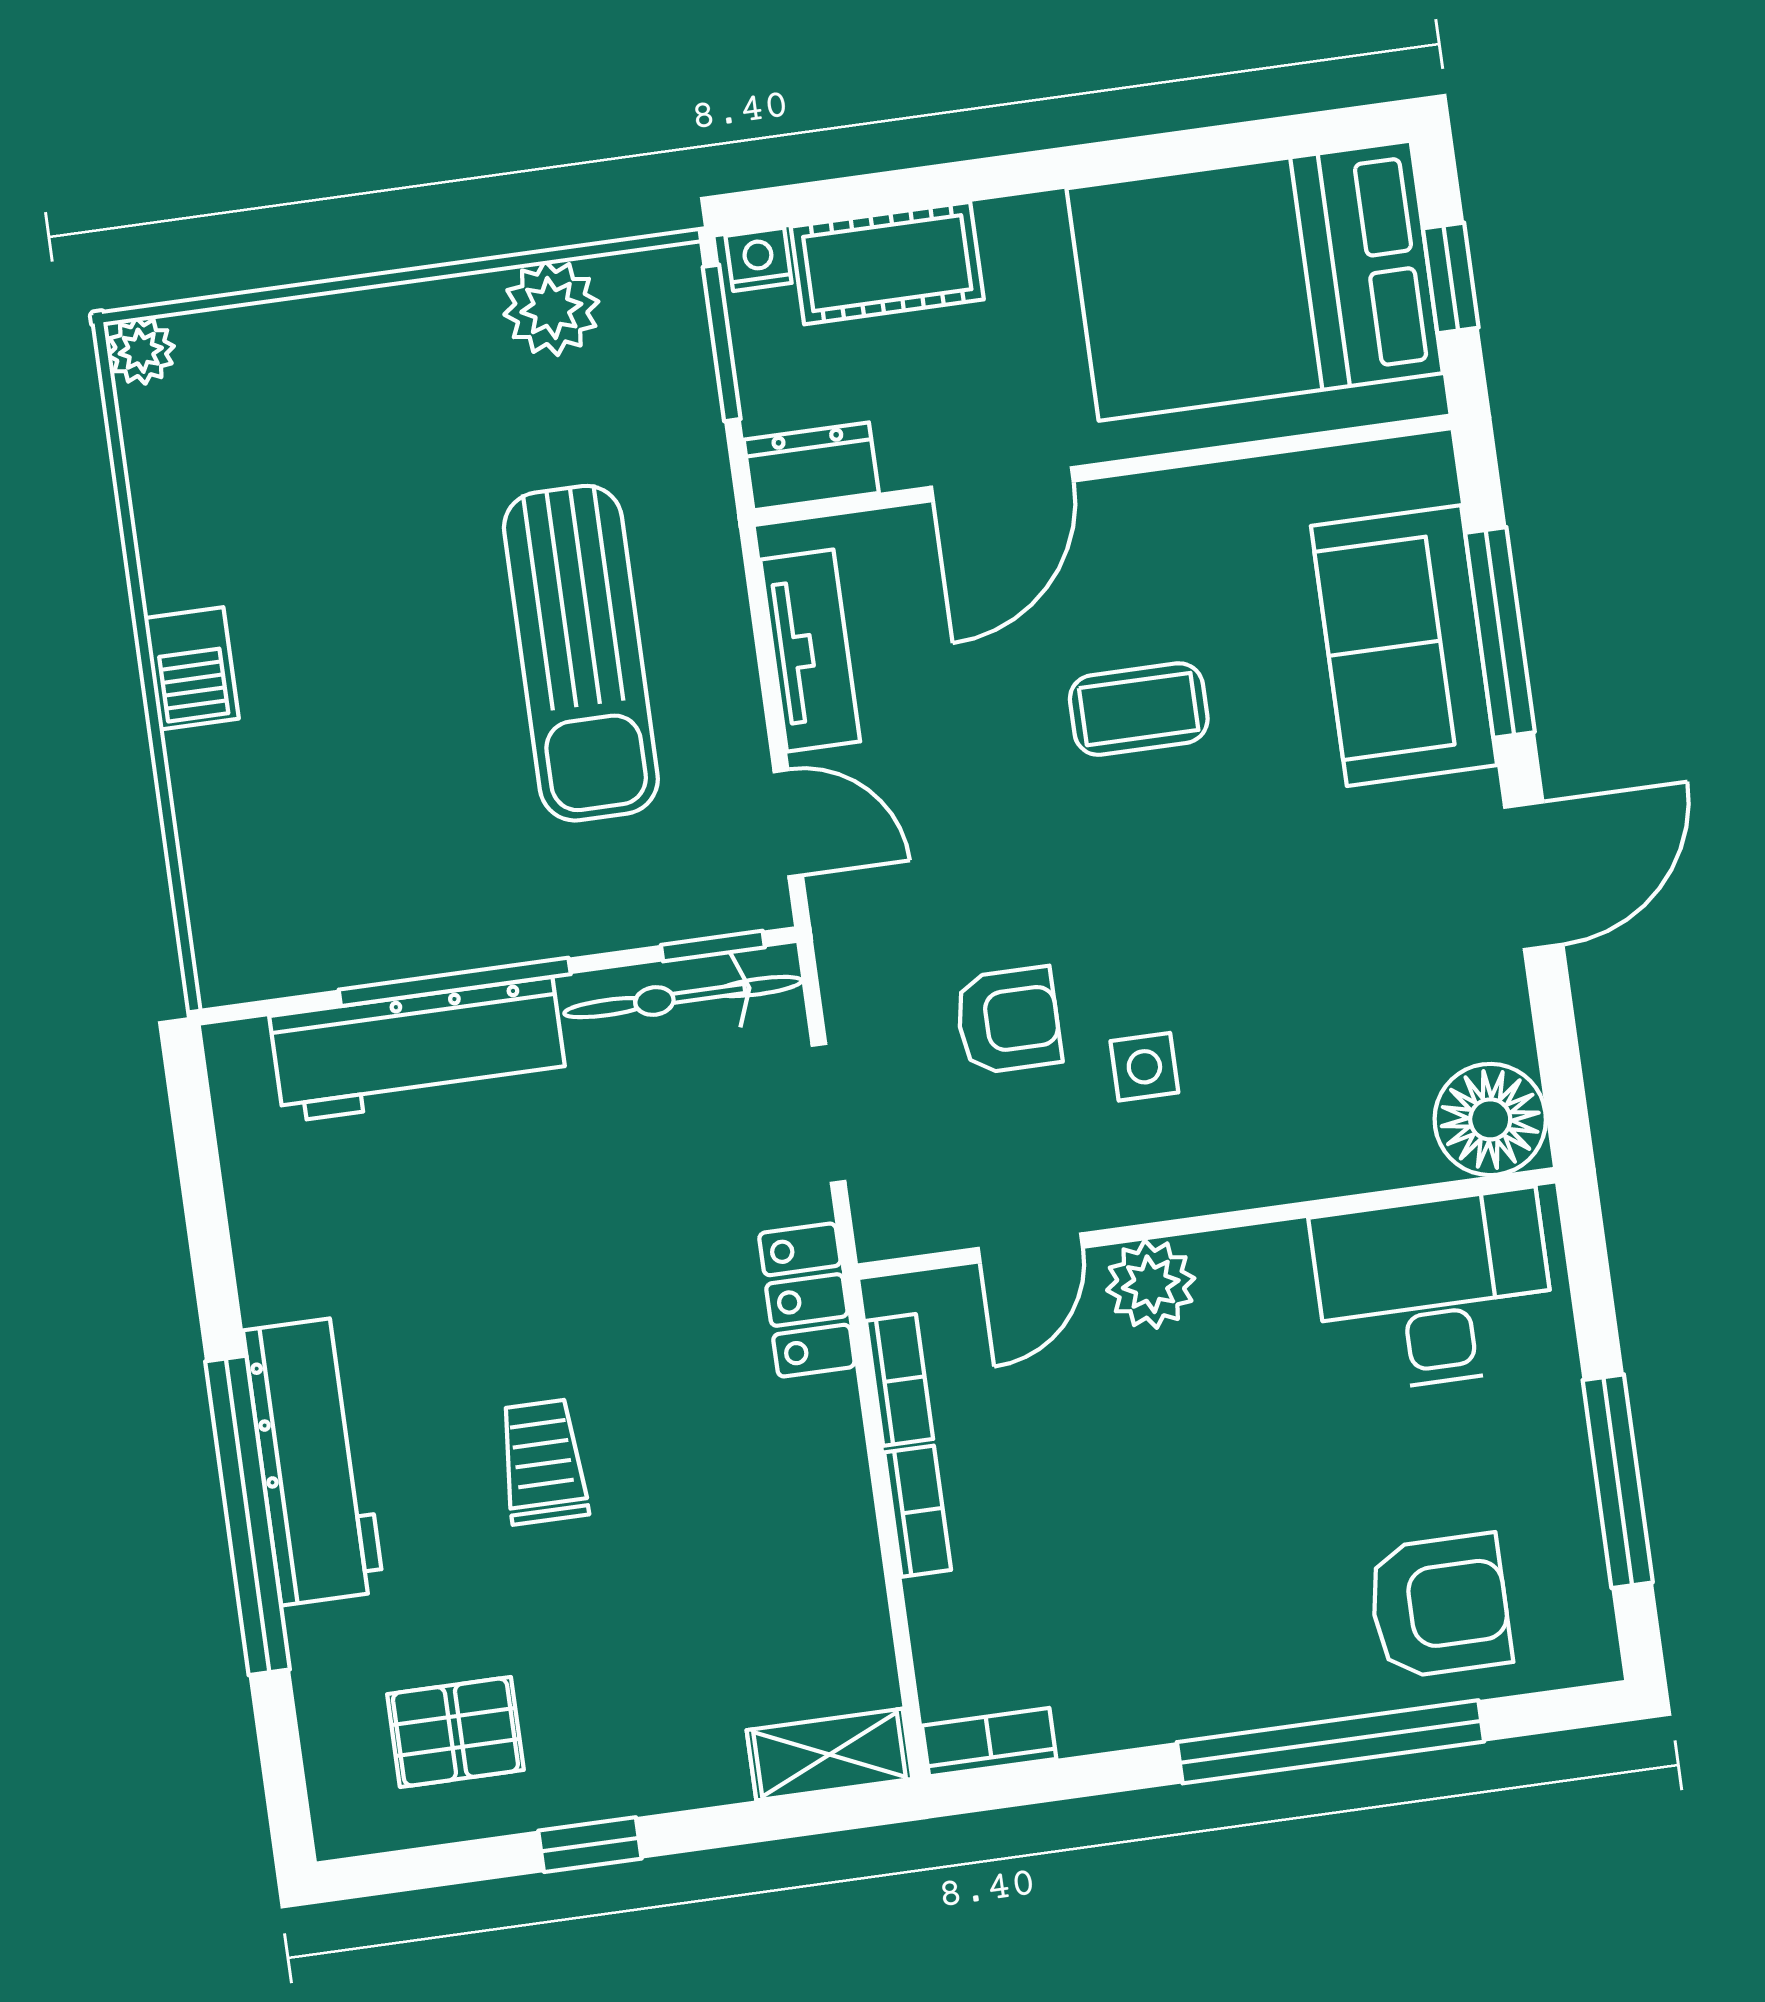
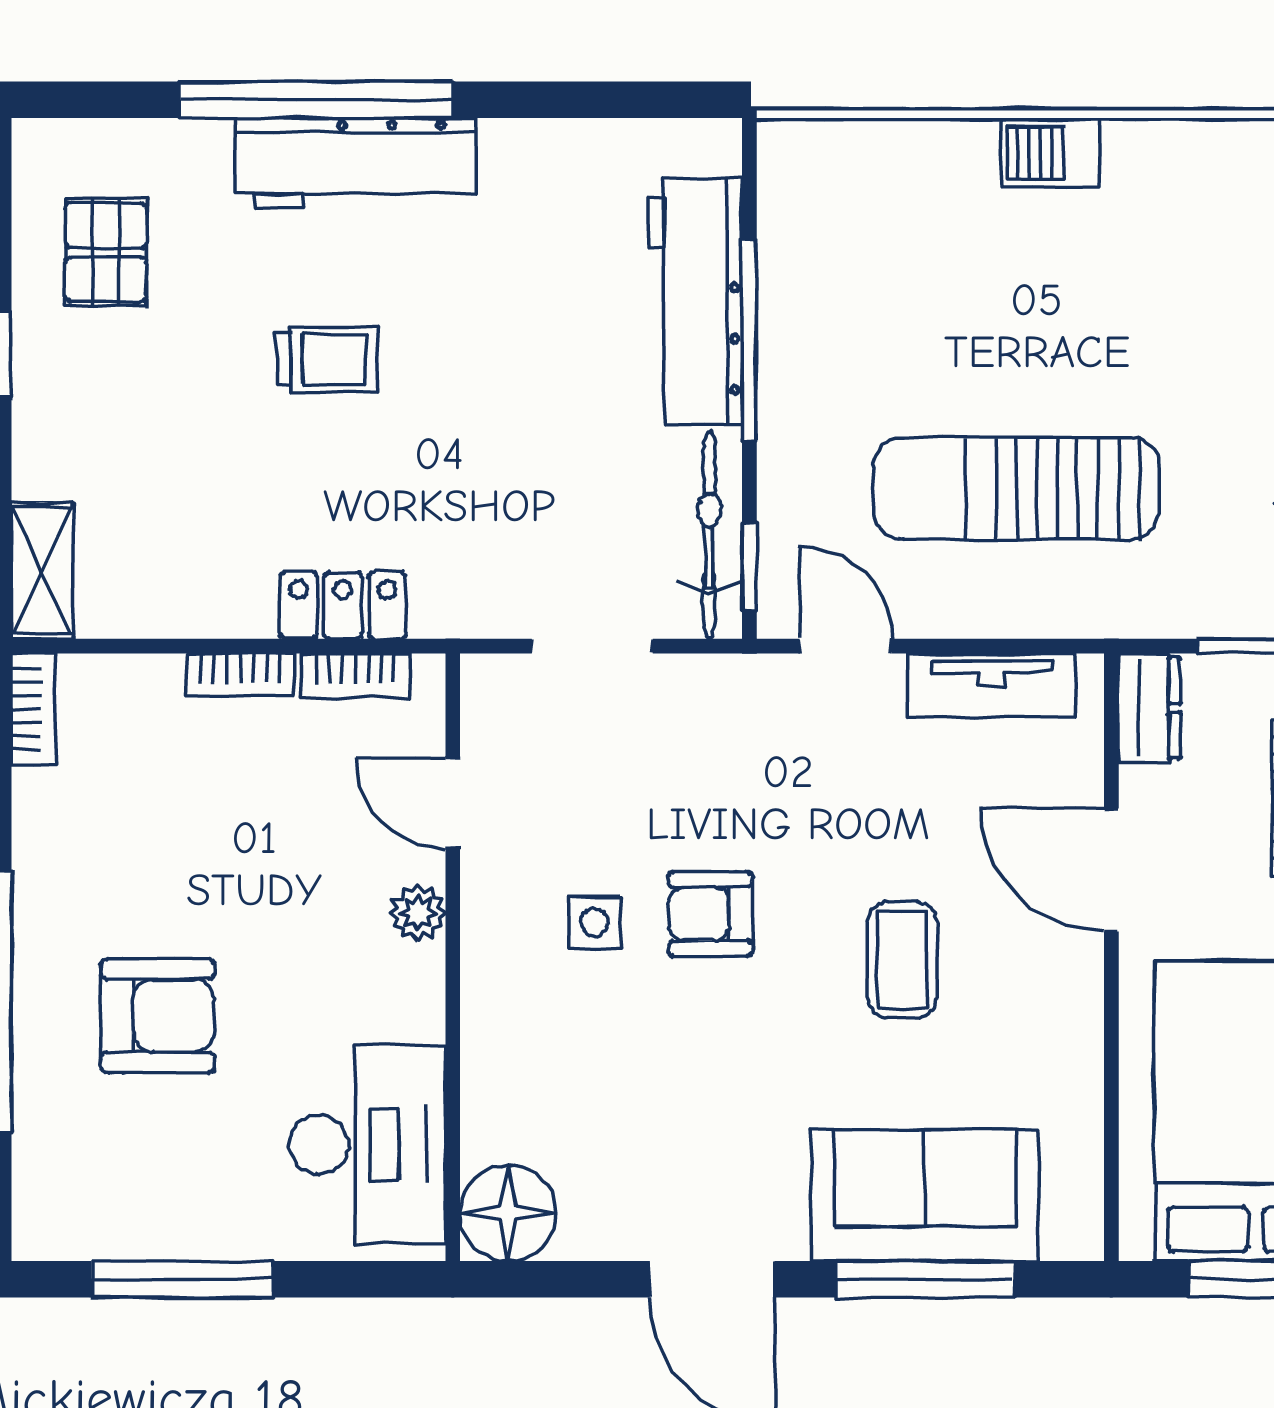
door: (788, 823) -> (846, 646), swing flipped
armchair: (1008, 1020) -> (711, 914), moved, turned 90
plant: (1151, 1284) -> (418, 912), width x0.73, depth x0.73
locker: (807, 1300) -> (343, 605), moved
armchair: (1439, 1606) -> (158, 1016), moved, turned -90

